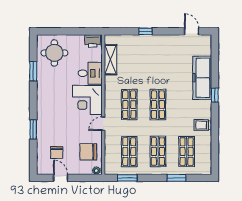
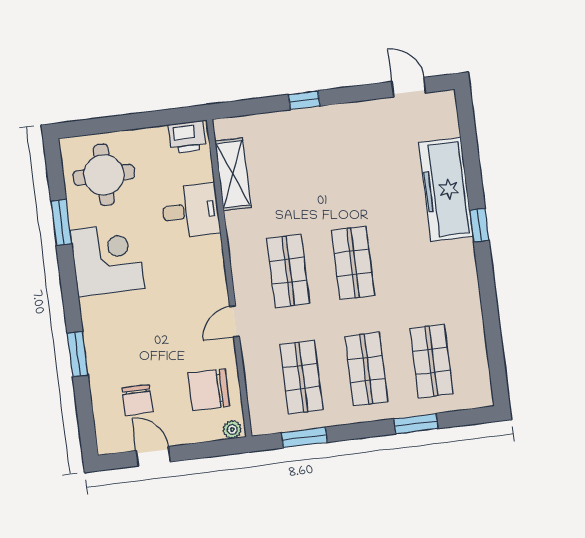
corner desk: (87, 100) -> (107, 259), moved, turned 180
trolley: (202, 125) -> (460, 297), removed

